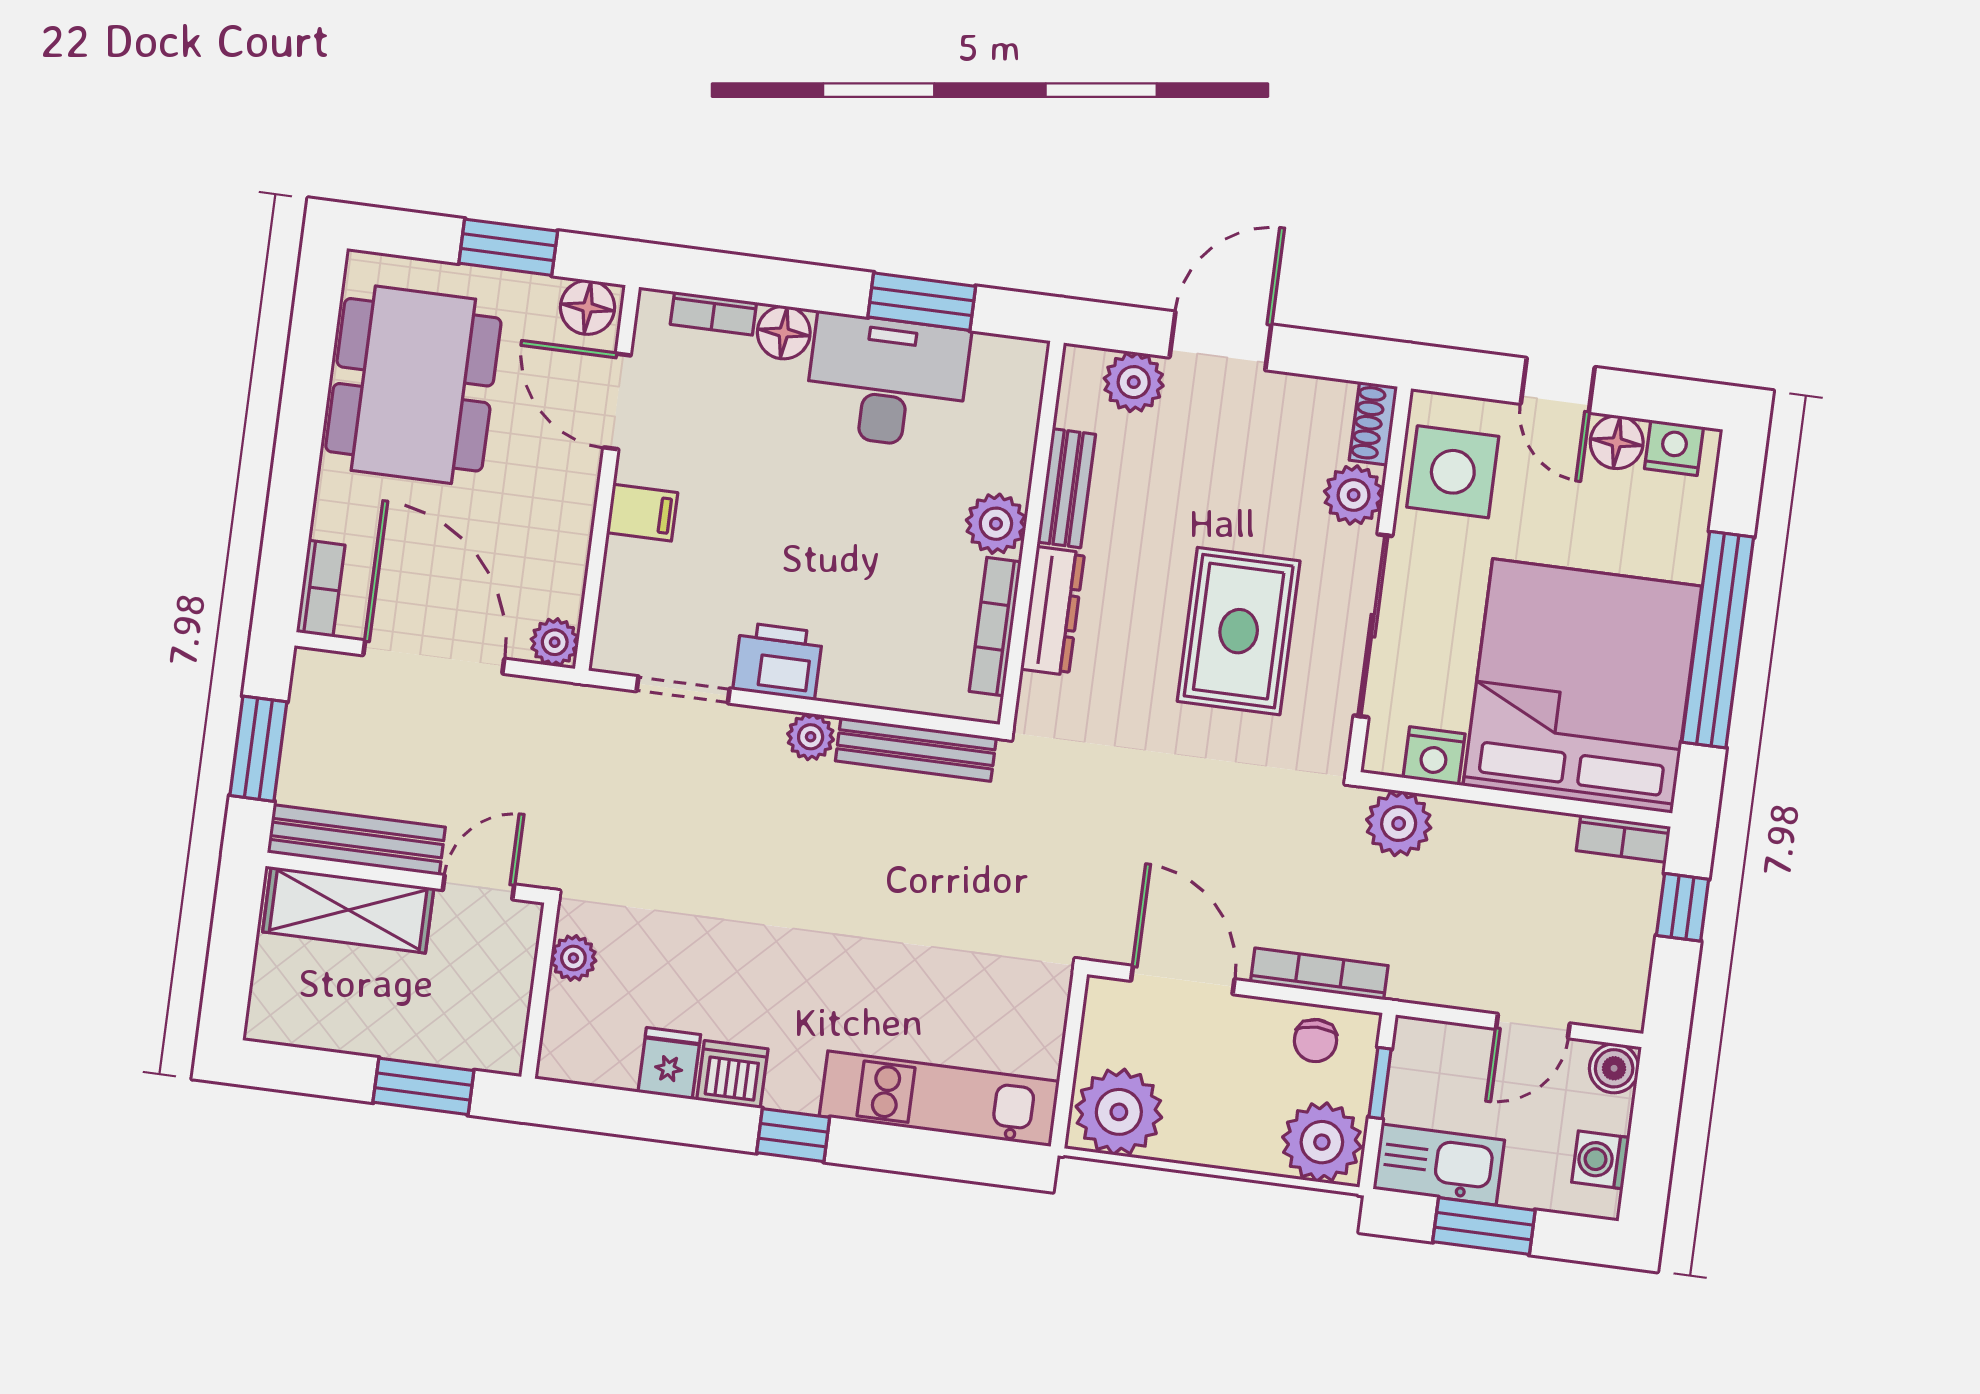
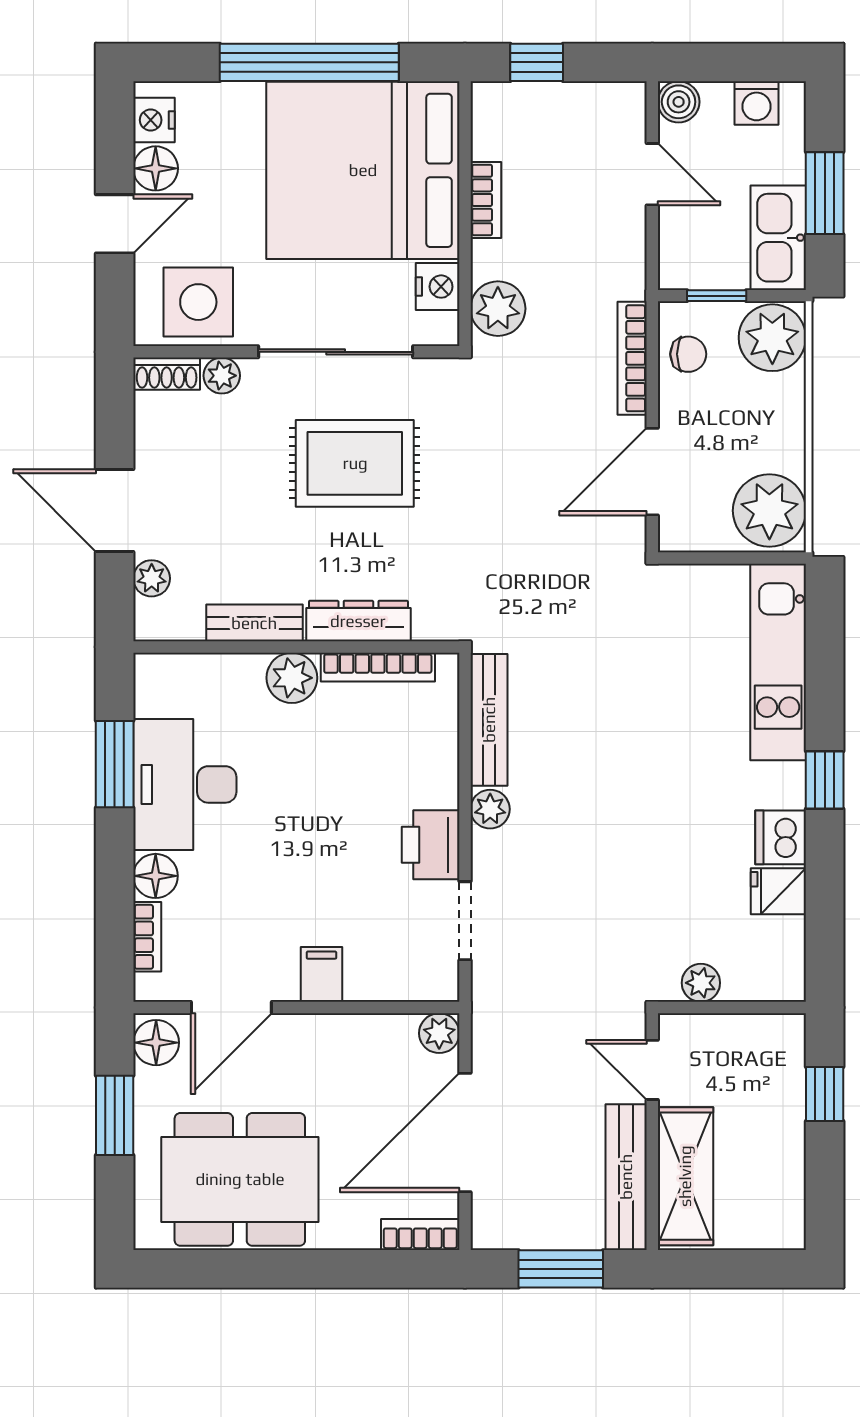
plant: (1134, 382) -> (152, 578), width x0.73, depth x0.73
plant: (1354, 495) -> (222, 376), width x0.73, depth x0.73
bookcase: (1623, 839) -> (486, 200), moved
window: (423, 1086) -> (825, 1094), width x0.67

